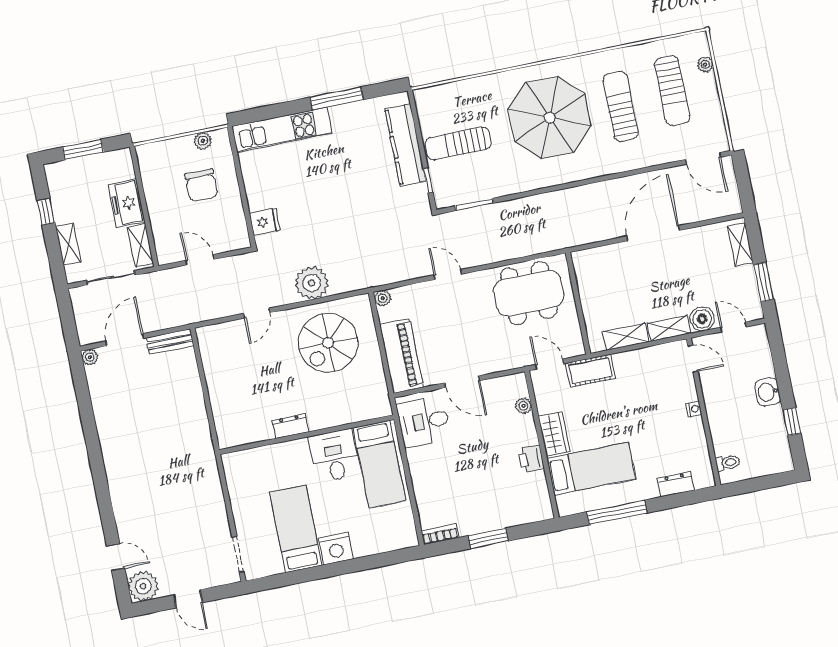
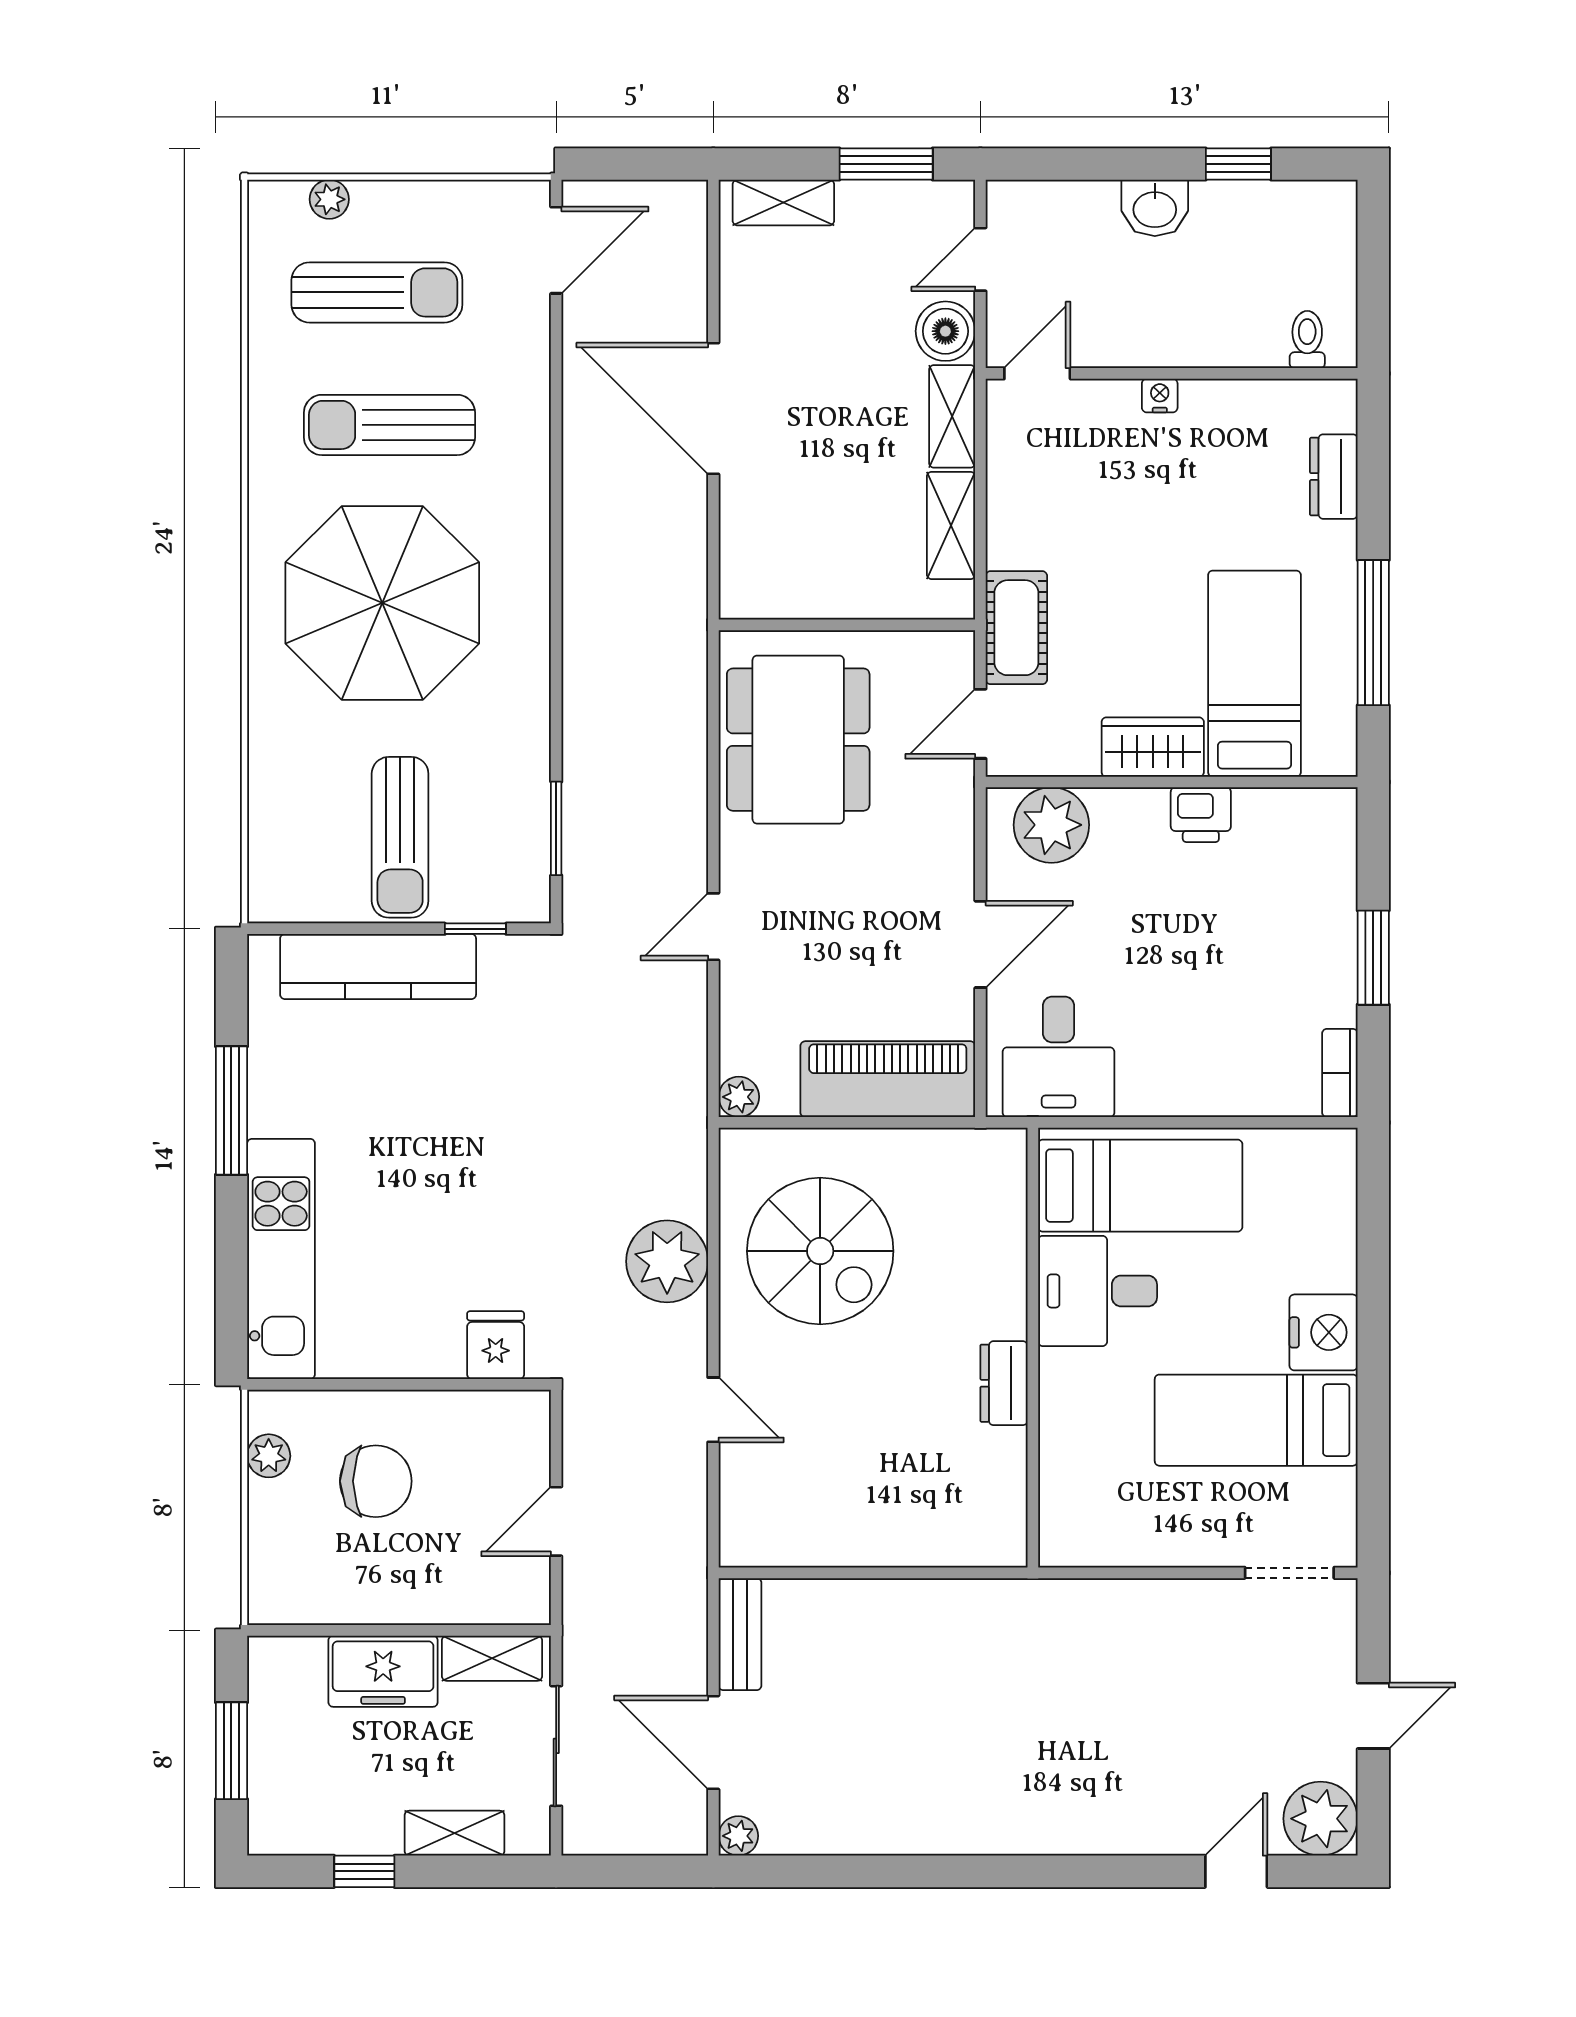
plant: (524, 406) -> (1051, 825), width x1.87, depth x1.87

